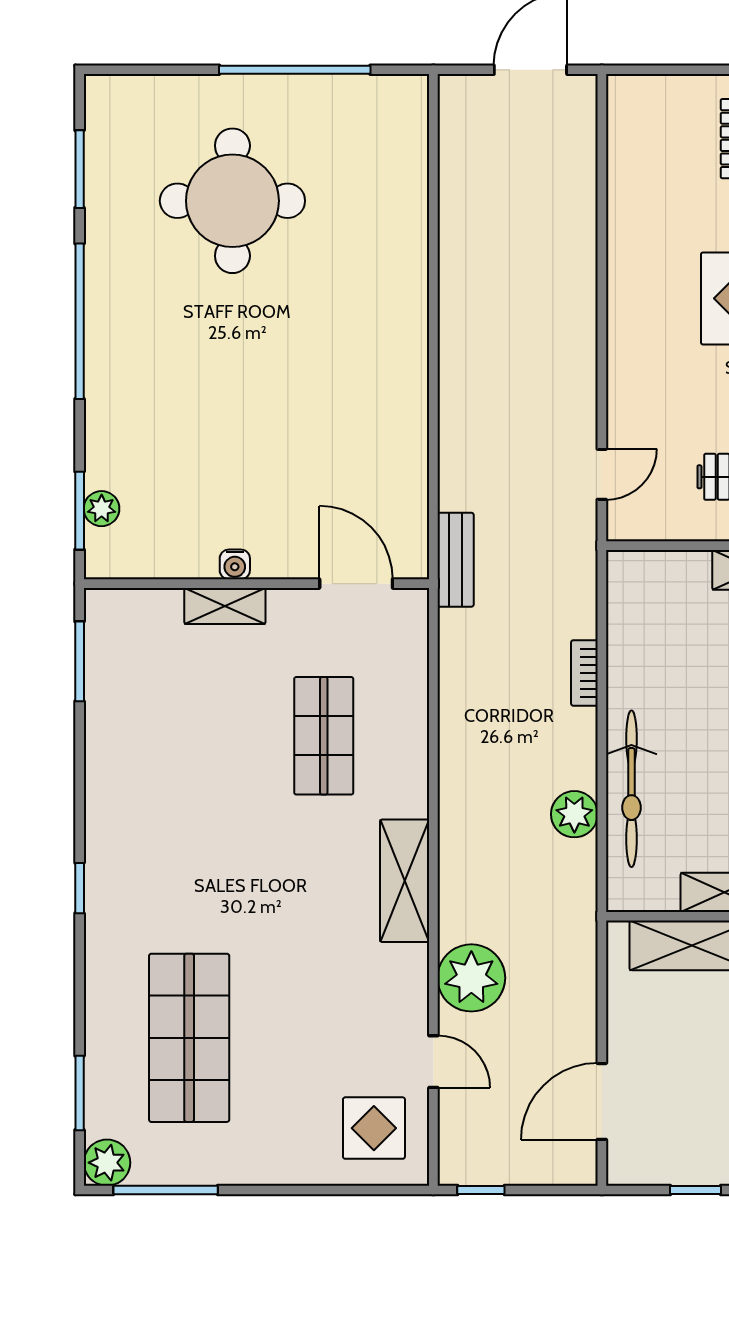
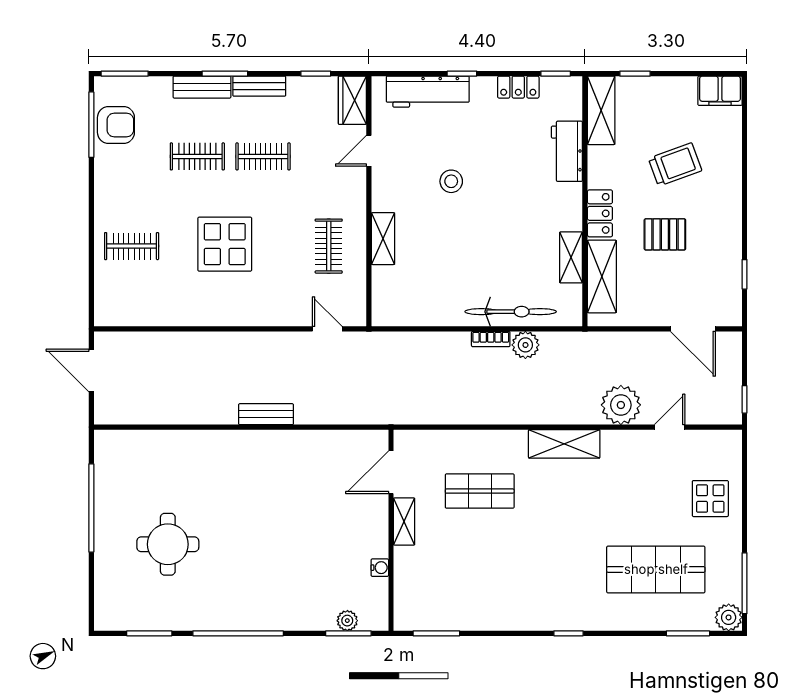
round table: (232, 201) -> (168, 544), width x0.73, depth x0.73
bench: (456, 560) -> (266, 414), moved
water cooler: (235, 564) -> (380, 568), moved
shelving: (225, 606) -> (404, 522), moved
bookcase: (584, 673) -> (491, 339), moved
display table: (374, 1128) -> (710, 499), moved

